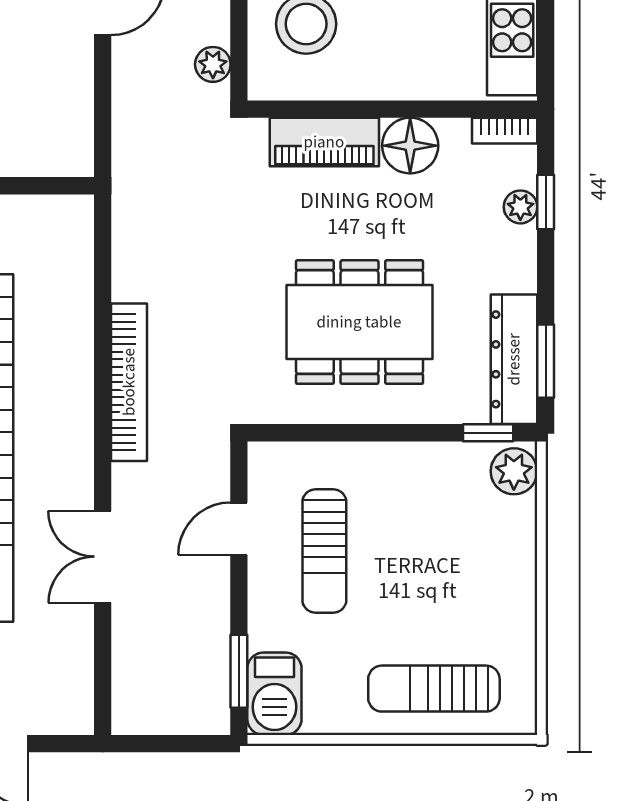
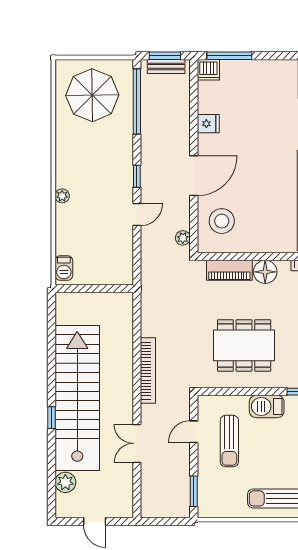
barbecue: (274, 694) -> (267, 407), moved, turned 90

